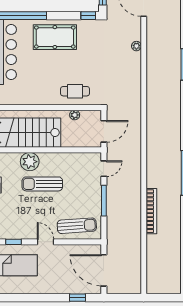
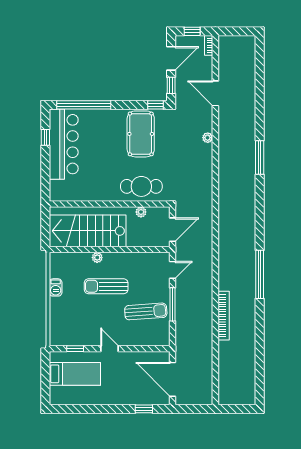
pool table: (55, 37) -> (141, 134), moved, turned 90
cafe table: (75, 91) -> (141, 186), width x1.37, depth x1.35
plant: (30, 162) -> (97, 258), width x0.53, depth x0.53
sun lounger: (77, 226) -> (146, 311), moved

